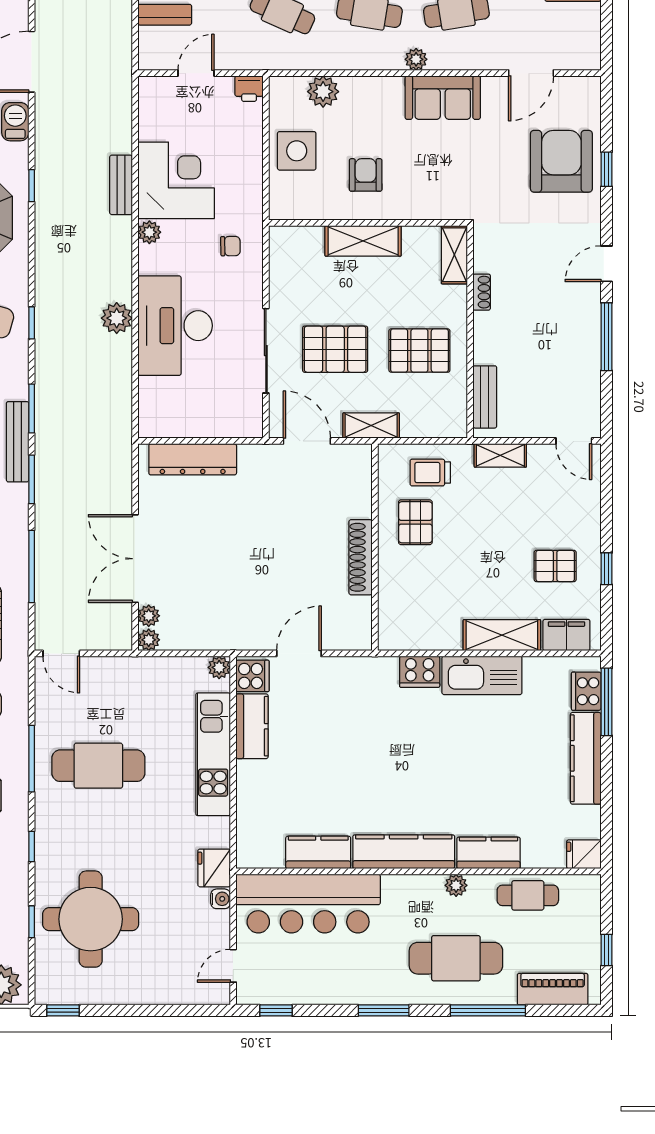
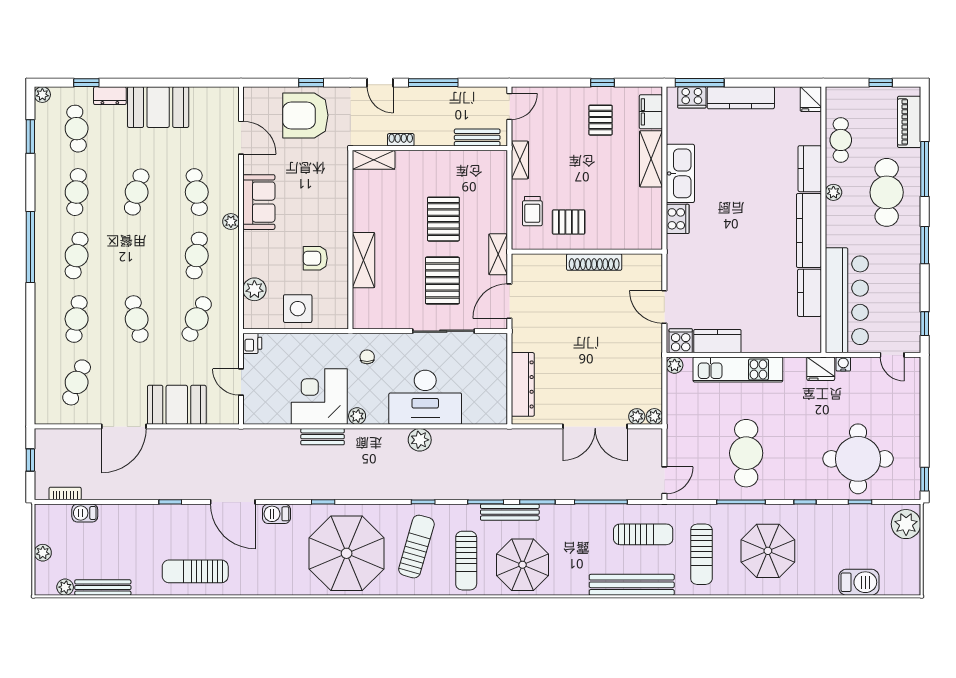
shelving: (454, 255) -> (374, 160), moved
shoe rack: (482, 292) -> (401, 140), moved
wall: (470, 332) -> (430, 148), moved
bench: (485, 397) -> (477, 138), moved

